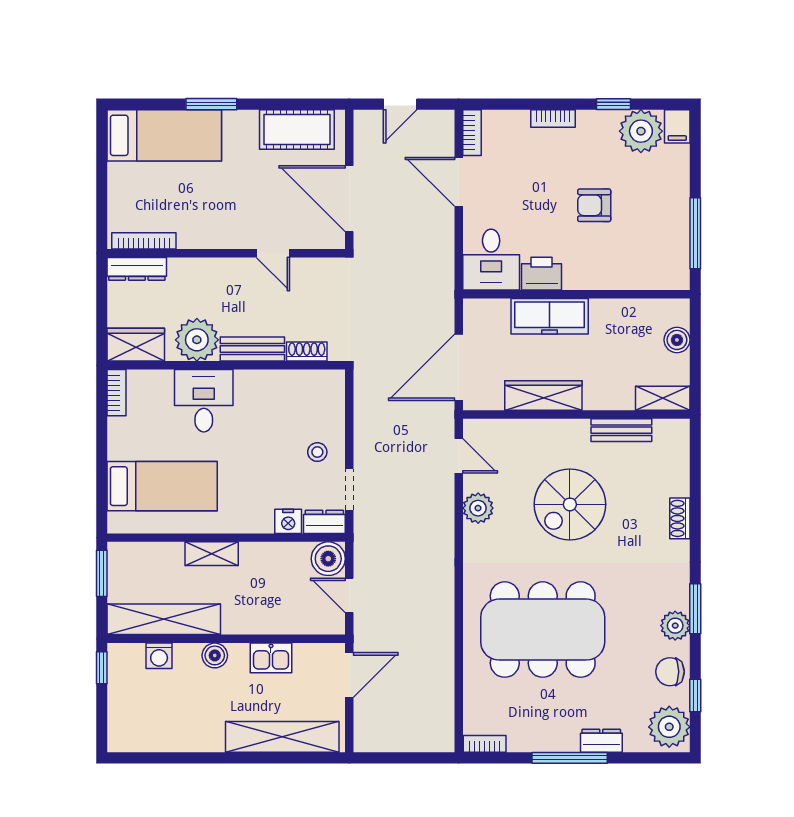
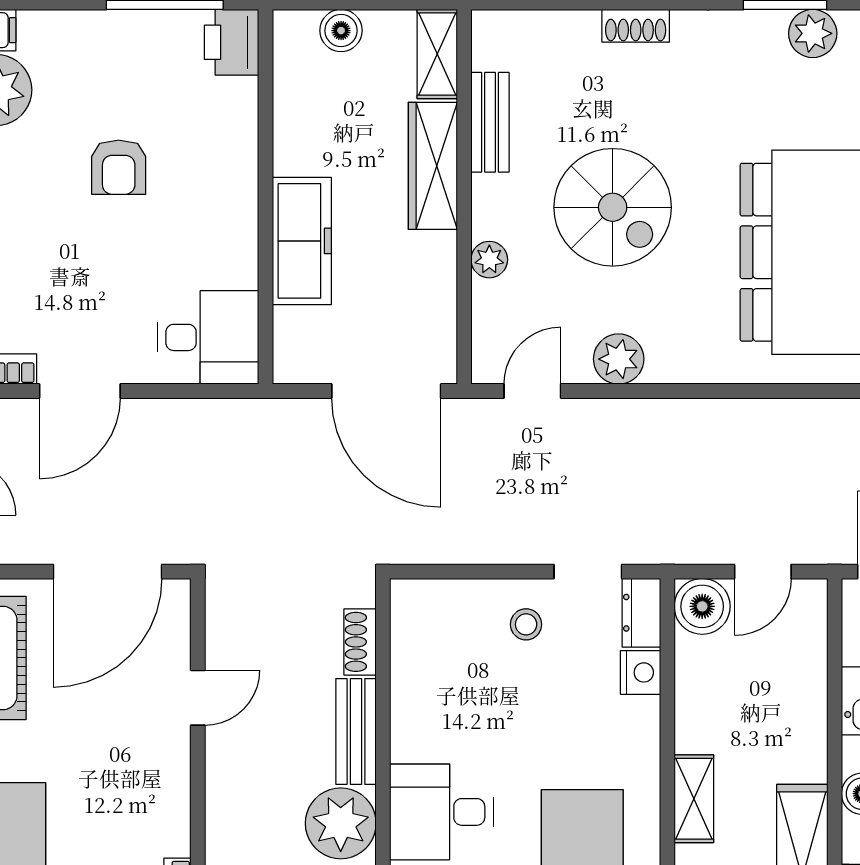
printer: (542, 274) -> (231, 42), moved
wardrobe: (543, 396) -> (433, 166), moved
plant: (538, 430) -> (489, 260), added

